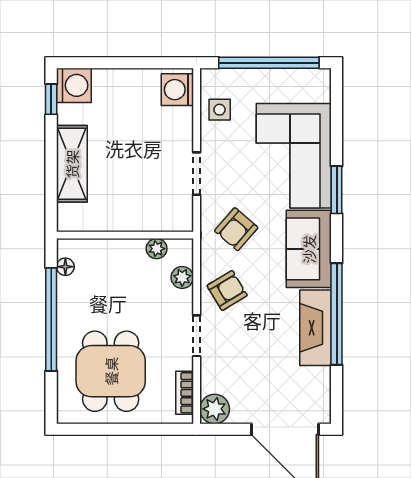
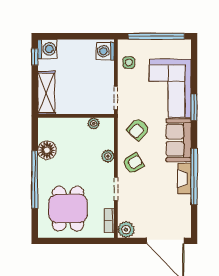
wall: (125, 235) -> (76, 116), moved
plant: (157, 249) -> (94, 123), moved
floor lamp: (65, 267) -> (47, 150), width x1.89, depth x1.89
fireplace: (315, 328) -> (184, 178), width x0.73, depth x0.76

